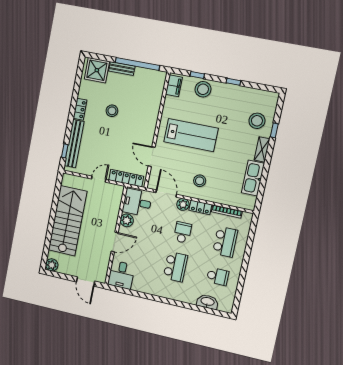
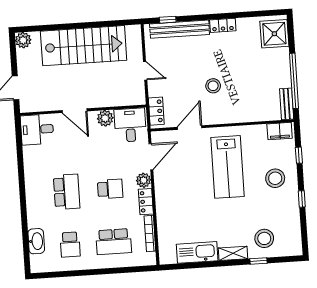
bench: (122, 69) -> (287, 104), moved
stool: (203, 89) -> (275, 178), moved
stool: (112, 111) -> (213, 86), moved
locker: (126, 178) -> (156, 111), width x0.66
stool: (200, 181) -> (177, 192), removed
school desk: (175, 267) -> (67, 192), turned -90

